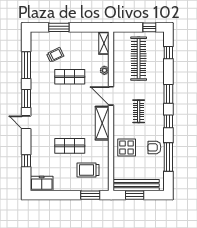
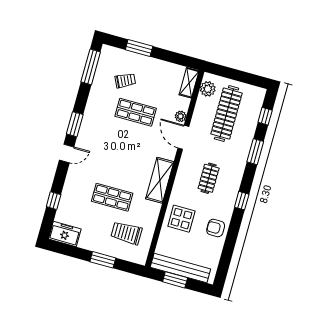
window: (149, 27) -> (250, 79), removed
plant: (119, 44) -> (208, 89), added
window: (26, 65) -> (91, 67), moved
window: (168, 94) -> (255, 152), moved
door: (111, 96) -> (183, 137), moved
door: (26, 122) -> (67, 153), swing flipped
window: (168, 157) -> (230, 244), removed
window: (90, 195) -> (103, 260), moved

